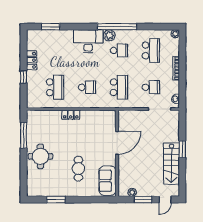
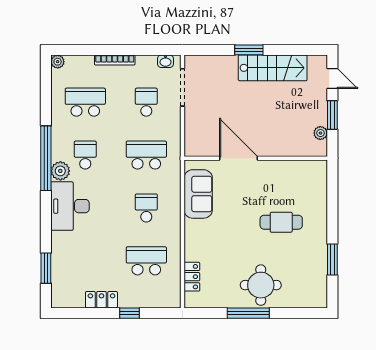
locker: (71, 115) -> (192, 277), moved
window: (24, 135) -> (248, 313), moved
sofa: (108, 181) -> (198, 194), moved, turned -90

